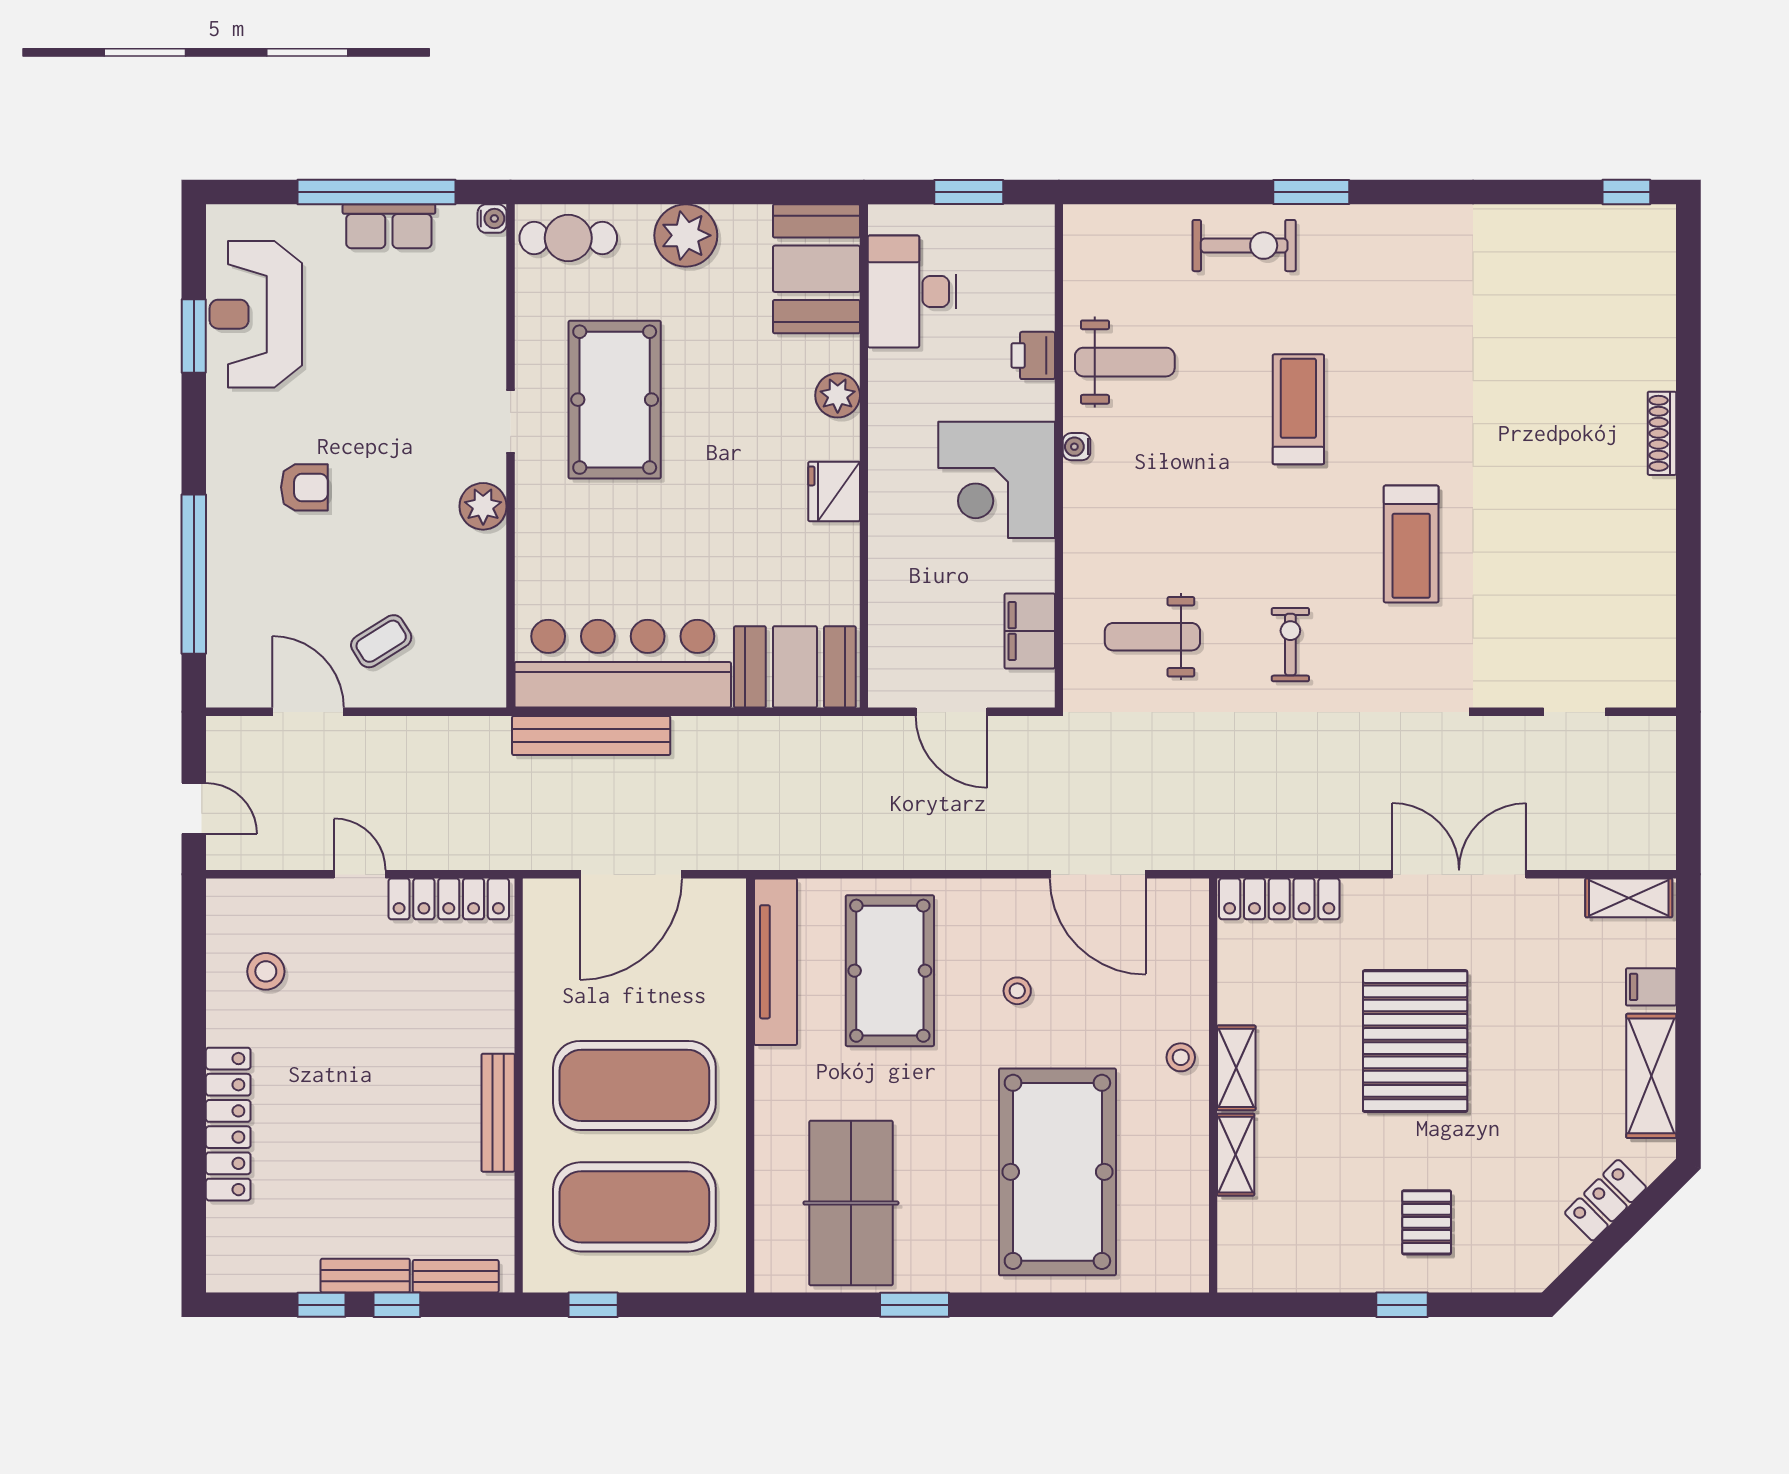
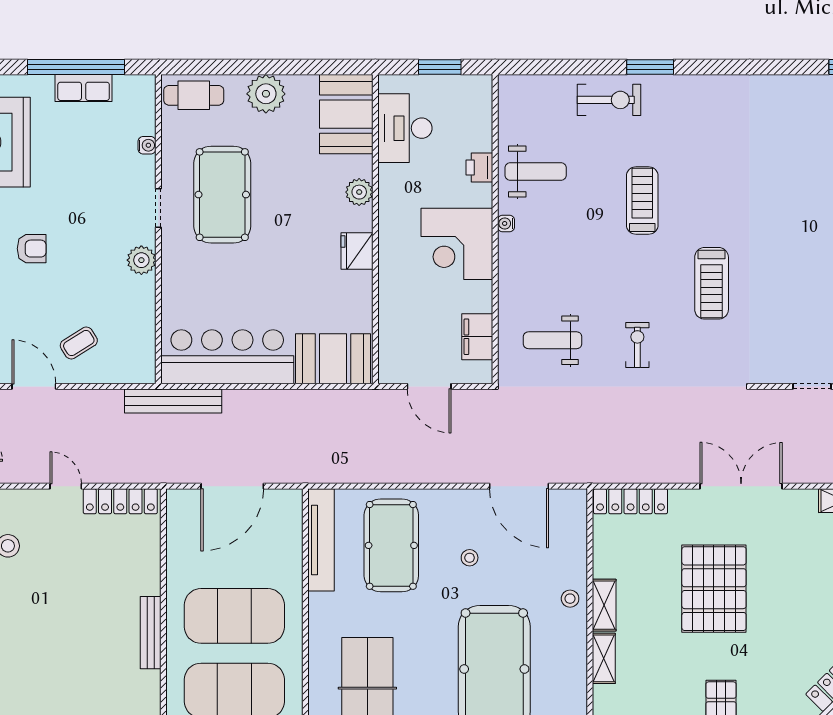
water cooler: (492, 219) -> (147, 145), moved
bench: (591, 736) -> (173, 401), moved

